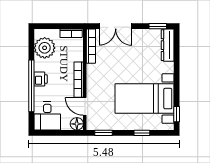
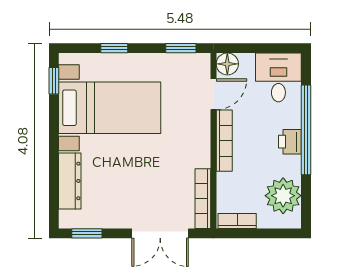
double door: (116, 26) -> (160, 233), swing flipped
dresser: (168, 45) -> (70, 181), moved
door: (85, 106) -> (213, 94), hinge flipped

